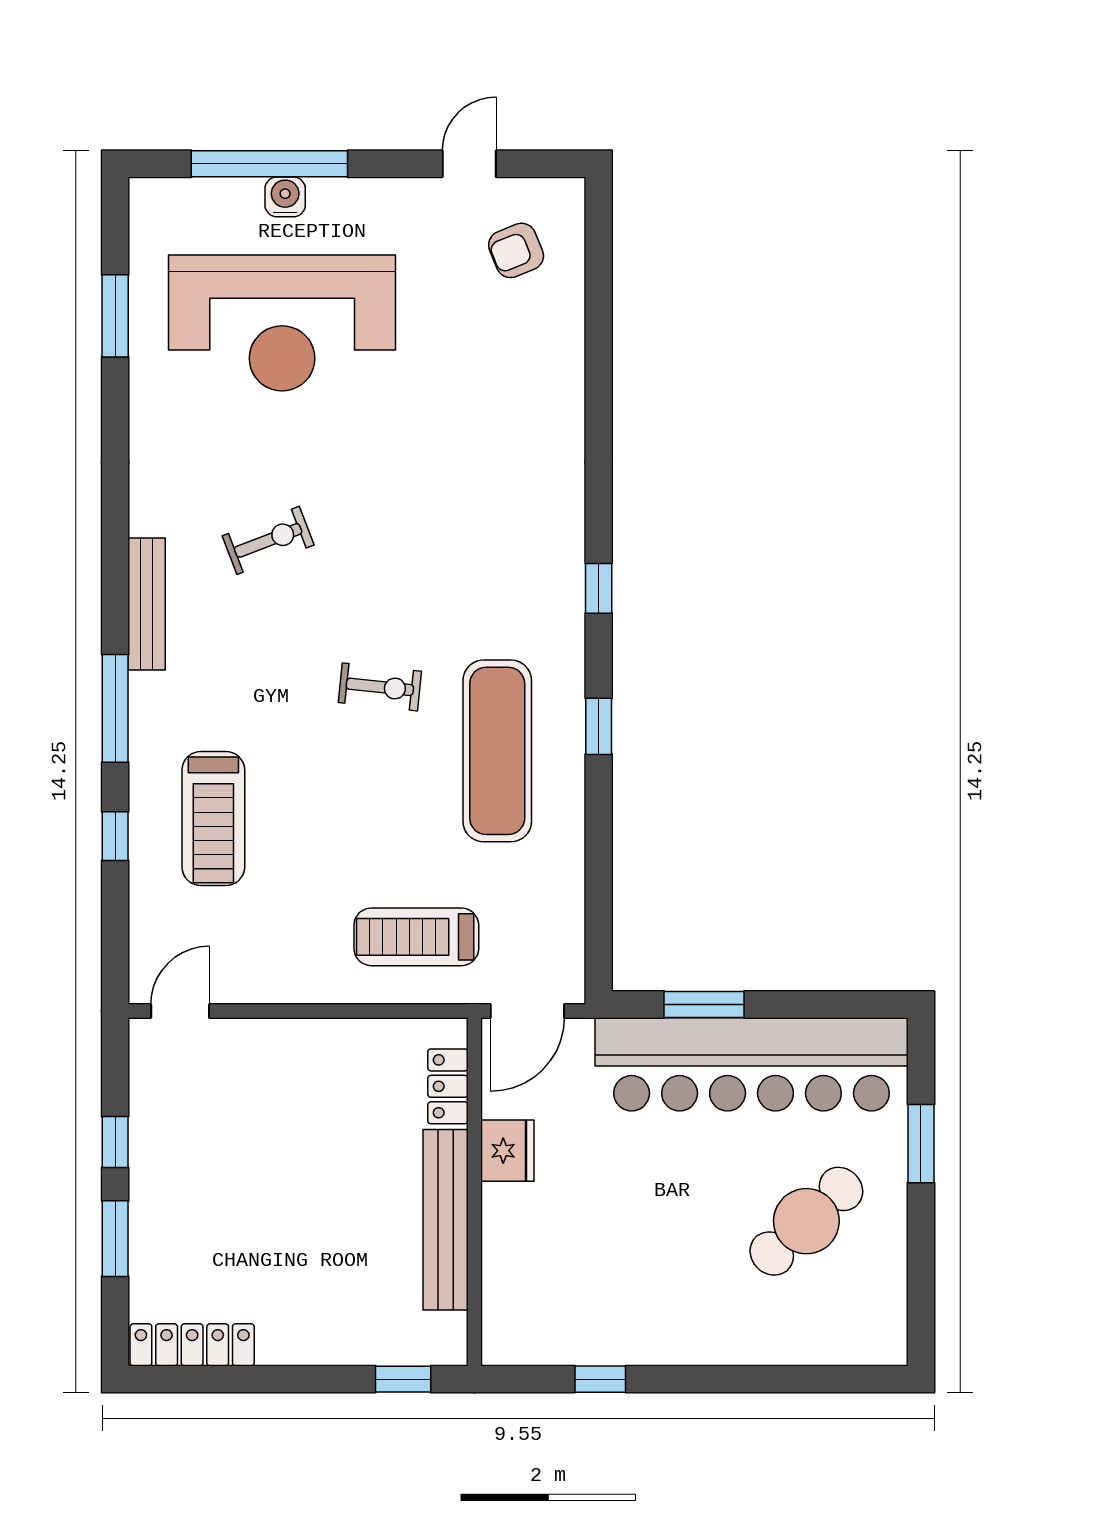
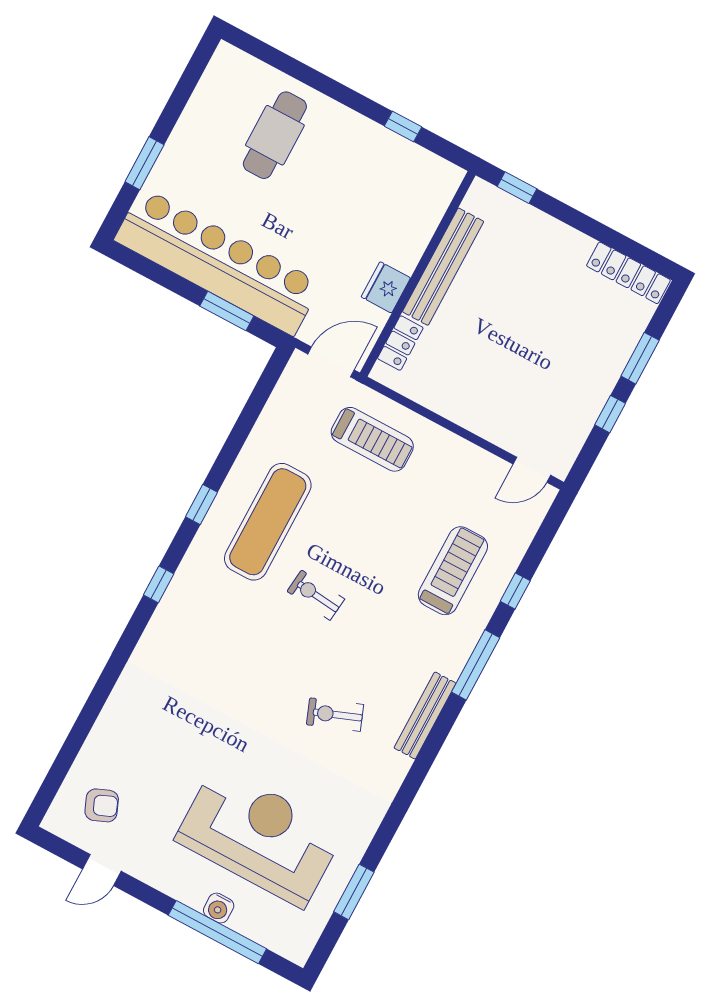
cafe table: (806, 1221) -> (275, 135), moved, turned -47

